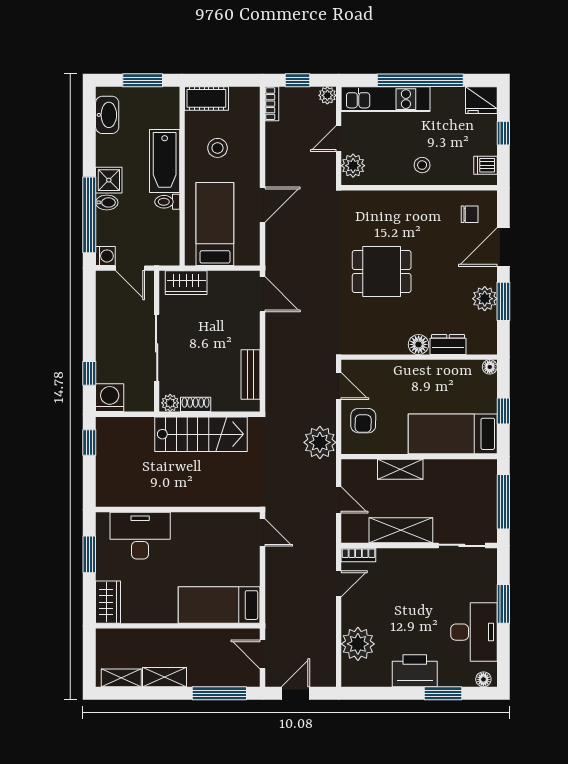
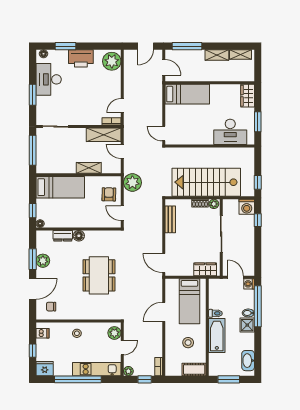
dining table: (382, 272) -> (99, 275), width x1.38
window: (503, 411) -> (33, 211), moved
stairs: (201, 434) -> (206, 182), width x1.36, depth x1.51
shelving: (401, 530) -> (104, 135), moved
plant: (358, 644) -> (112, 61), moved

